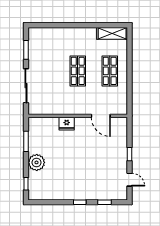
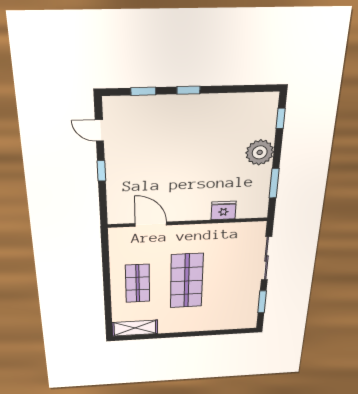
shop shelf: (78, 71) -> (187, 281), width x1.43, depth x1.36
fridge: (67, 124) -> (224, 210), moved

